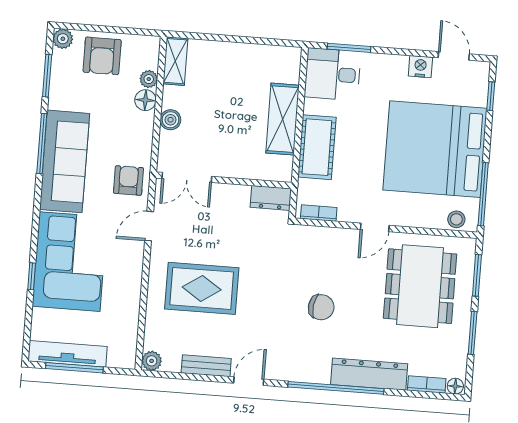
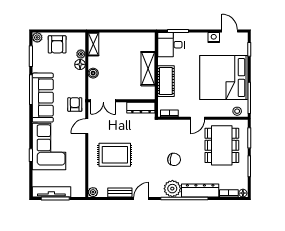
dresser: (271, 198) -> (141, 108), width x1.44
plant: (313, 366) -> (172, 189), added

